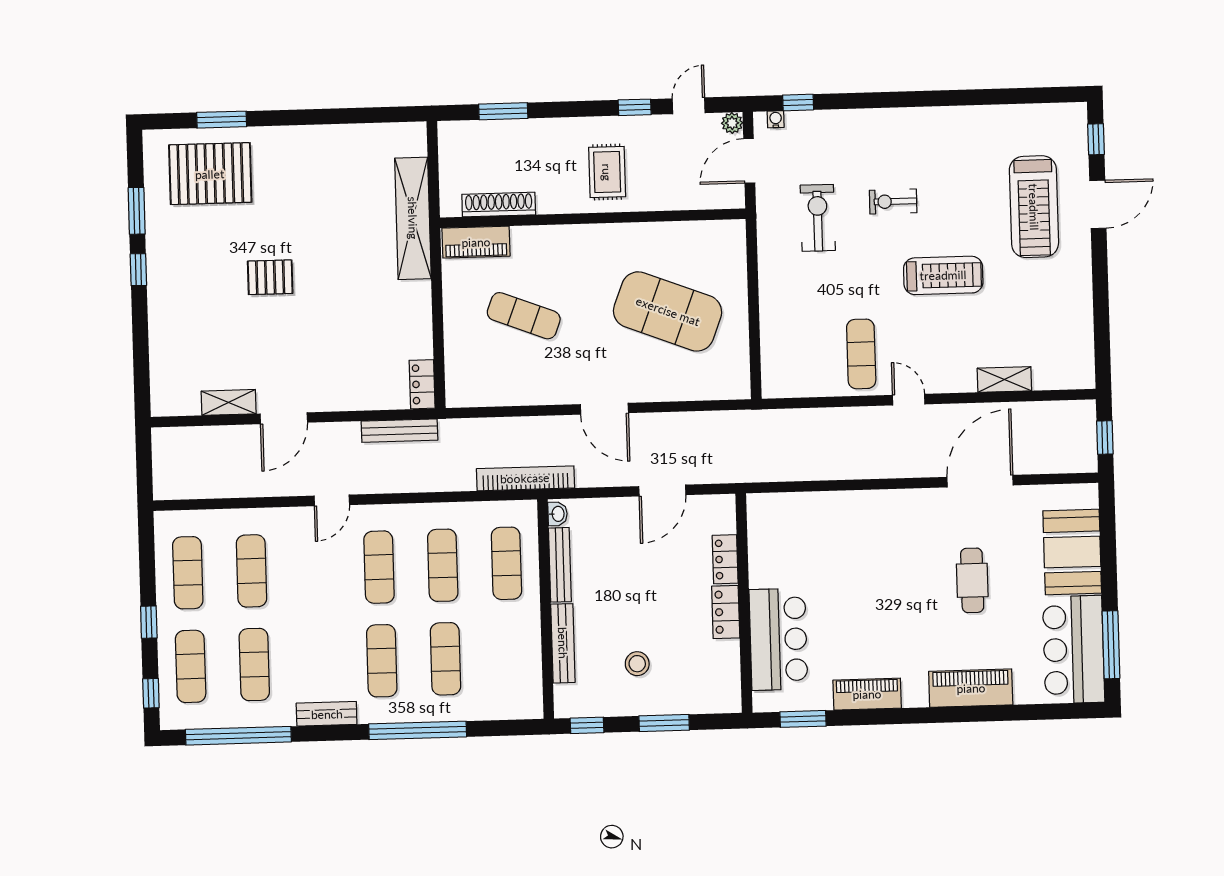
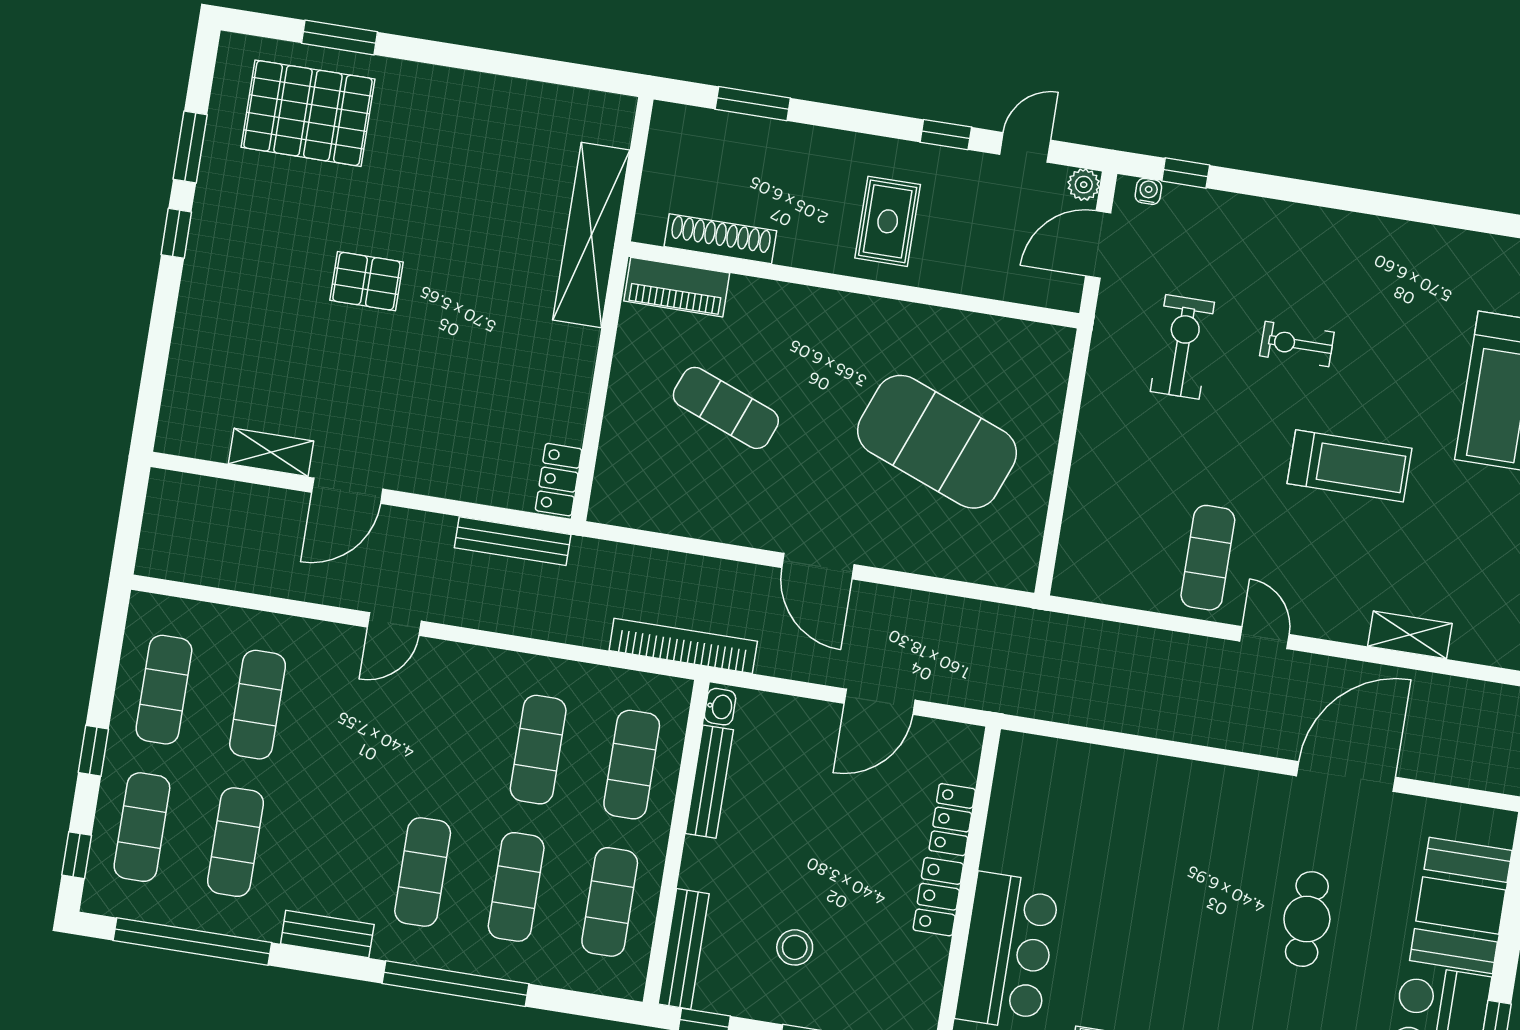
exercise mat: (379, 567) -> (610, 902), moved
bench: (563, 643) -> (684, 949), moved

